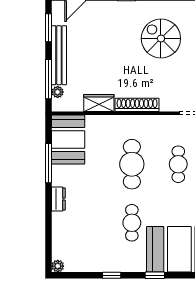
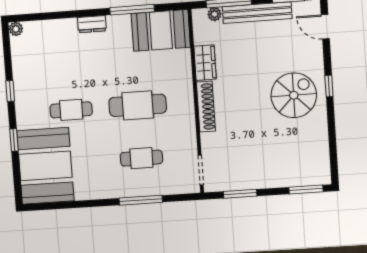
spiral stairs: (161, 38) -> (294, 95), moved

